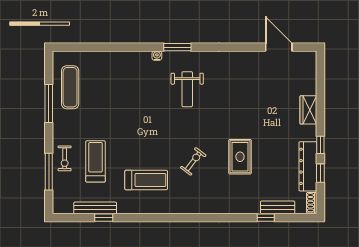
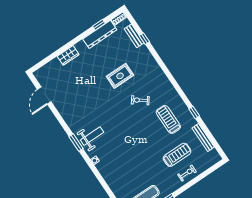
window: (177, 47) -> (76, 143), moved
weight bench: (187, 89) -> (92, 136), moved
window: (320, 145) -> (83, 35), removed
treadmill: (95, 161) -> (177, 155), turned 180
window: (49, 172) -> (200, 177), removed
window: (104, 218) -> (194, 113), moved

